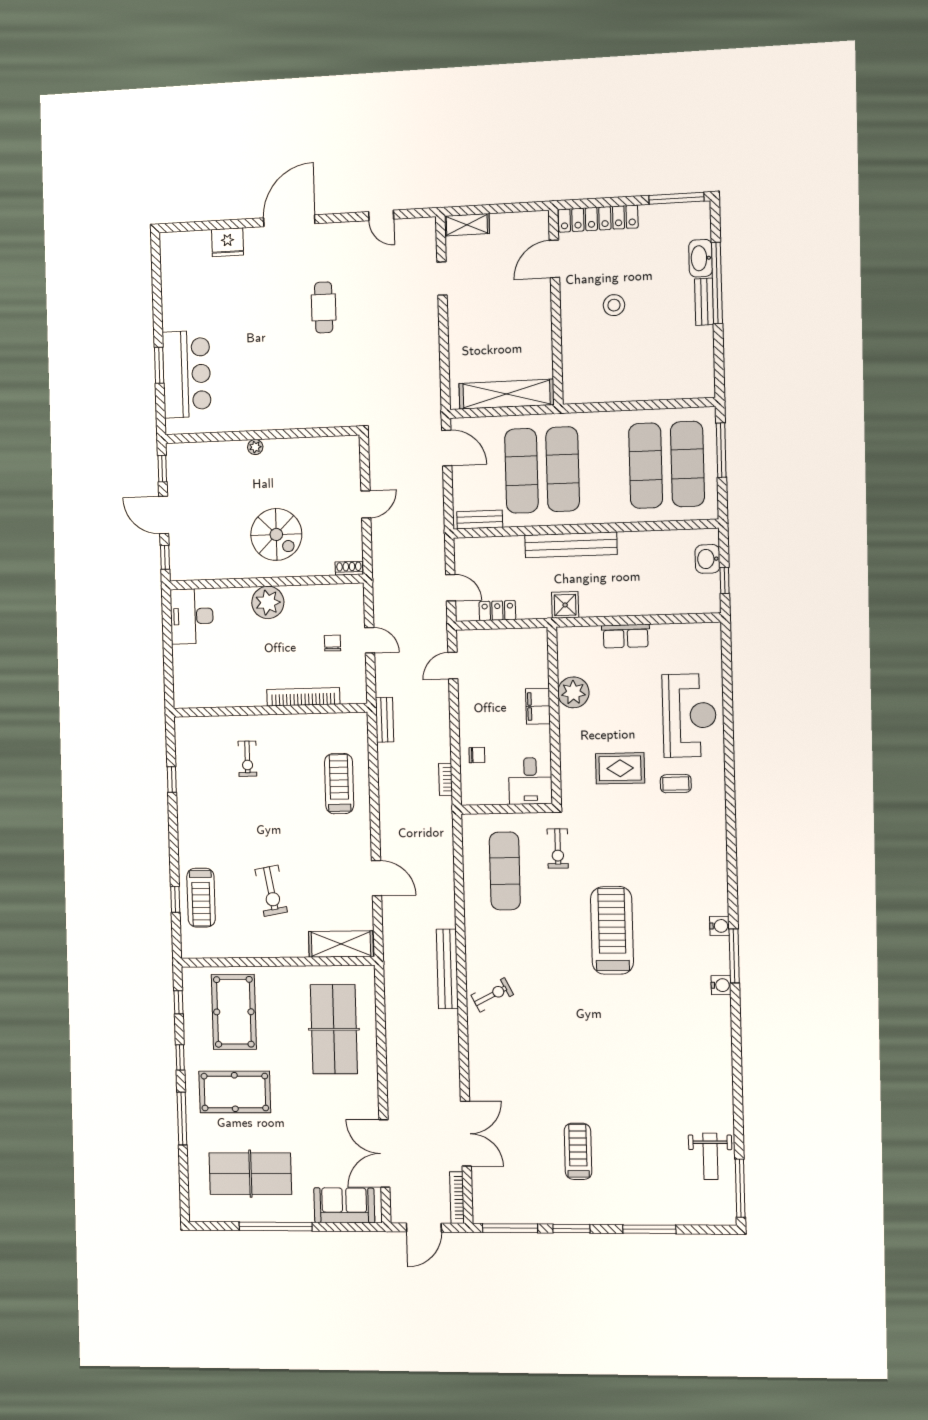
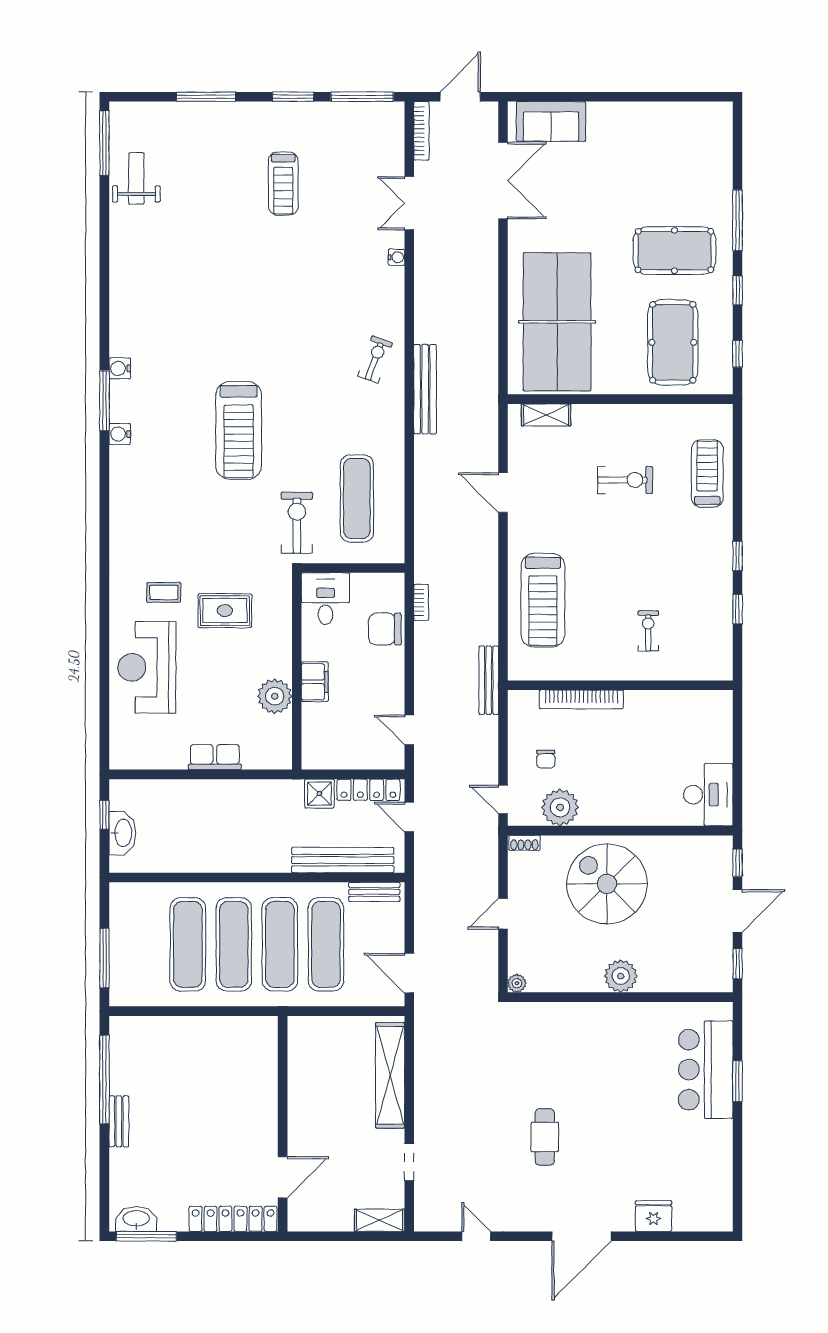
washbasin: (701, 258) -> (136, 1219), moved, turned -90
window: (717, 283) -> (104, 1080), moved
stool: (614, 305) -> (218, 1123), removed
shelving: (507, 394) -> (390, 1075), moved, turned 90
plant: (352, 443) -> (517, 983), added
plant: (255, 447) -> (621, 976), width x1.88, depth x1.88
exercise mat: (687, 464) -> (234, 944), moved
door: (164, 515) -> (738, 911), hinge flipped
spiral stairs: (276, 534) -> (607, 884), width x1.37, depth x1.37
bench: (571, 545) -> (343, 860), moved
washbasin: (708, 559) -> (122, 833), width x1.38
plant: (268, 602) -> (560, 807), moved
shower: (565, 605) -> (319, 794), moved
locker: (497, 611) -> (368, 790), width x1.53
door: (370, 640) -> (503, 799), moved
door: (453, 666) -> (409, 730), swing flipped
bench: (384, 720) -> (489, 680), width x1.36
chair: (477, 755) -> (385, 629), width x1.87, depth x1.87
treadmill: (339, 784) -> (543, 600), width x1.37, depth x1.38
exercise bike: (558, 848) -> (297, 523), width x1.38, depth x1.39
exercise bike: (271, 891) -> (625, 480), turned 100
window: (175, 899) -> (738, 556), moved
shelving: (341, 944) -> (546, 415), width x0.67, depth x0.75
exercise bike: (492, 995) -> (375, 359), turned 137
table tennis table: (334, 1029) -> (557, 322), width x1.36, depth x1.32
water cooler: (476, 1086) -> (396, 257), added
double door: (466, 1134) -> (409, 203), width x0.73
table tennis table: (250, 1174) -> (659, 157), removed
window: (276, 1226) -> (631, 97), removed

